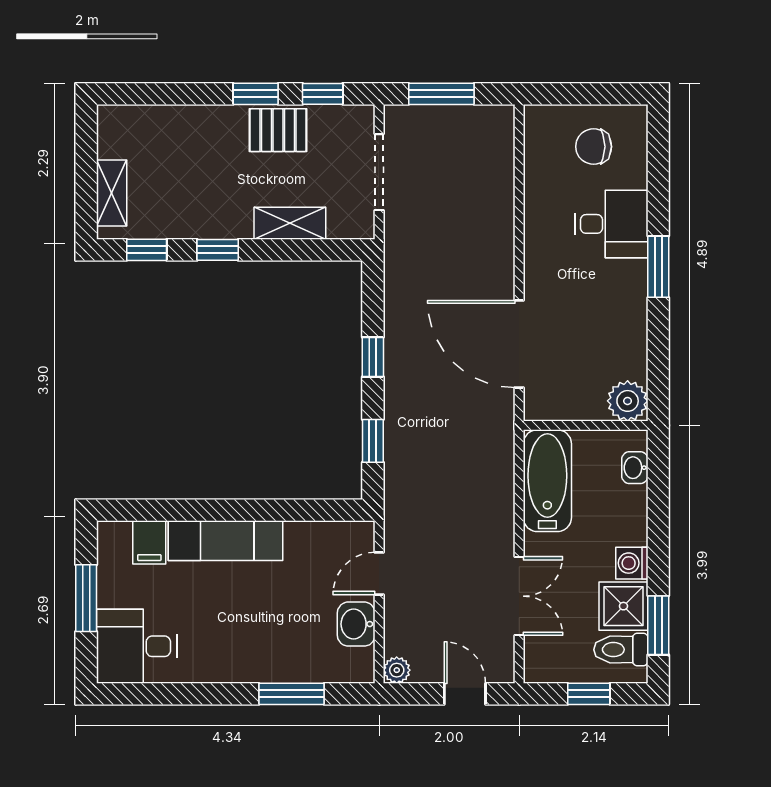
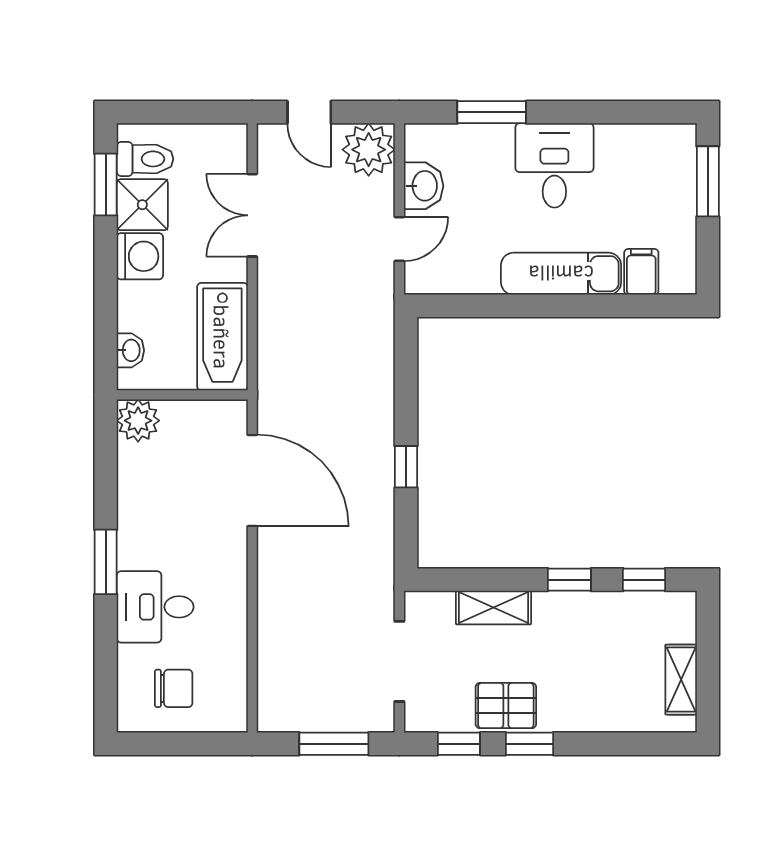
shelving: (112, 193) -> (681, 680), moved
window: (373, 441) -> (406, 379), removed
washing machine: (632, 563) -> (140, 256), width x1.38, depth x1.38
window: (86, 598) -> (708, 181), moved
desk: (137, 646) -> (554, 165), moved, turned -90
plant: (397, 670) -> (369, 150), width x1.87, depth x1.87
window: (589, 694) -> (179, 112), removed

